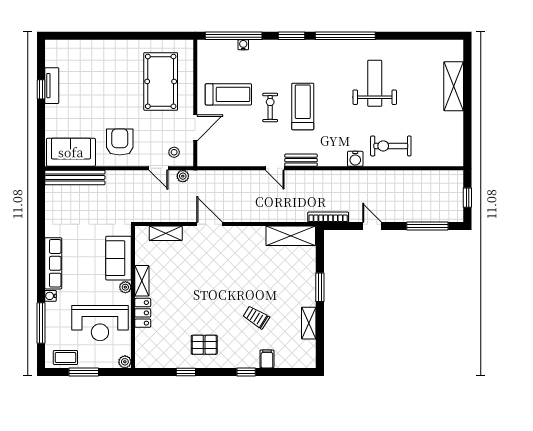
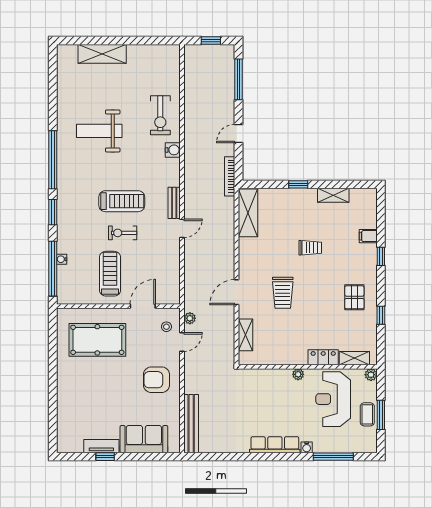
treadmill: (303, 106) -> (122, 201), turned 180
door: (195, 128) -> (143, 306), hinge flipped
sofa: (71, 152) -> (144, 439), moved, turned 90
sofa: (119, 258) -> (270, 381), removed
trolley: (209, 271) -> (283, 293), added
shelving: (142, 281) -> (354, 358), moved
window: (320, 287) -> (298, 184), width x0.67
trolley: (256, 317) -> (310, 248), moved, turned -122
reception desk: (100, 323) -> (333, 399), turned 180
coffee table: (65, 357) -> (367, 414), moved

